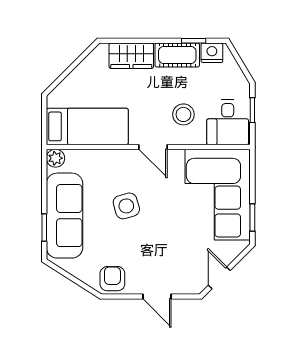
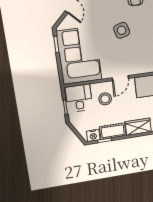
door: (153, 147) -> (120, 78), swing flipped
side table: (126, 206) -> (122, 30), moved

